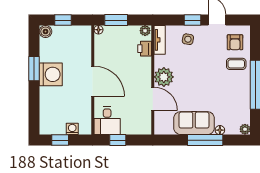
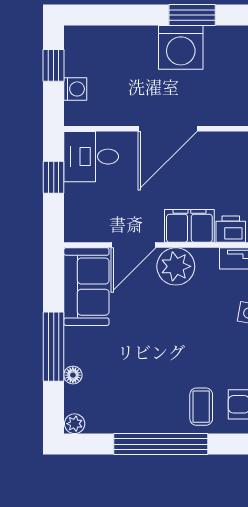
filing cabinet: (143, 70) -> (189, 226), added
sofa: (194, 123) -> (86, 287), moved

